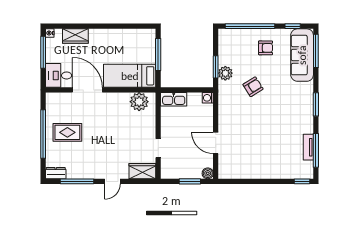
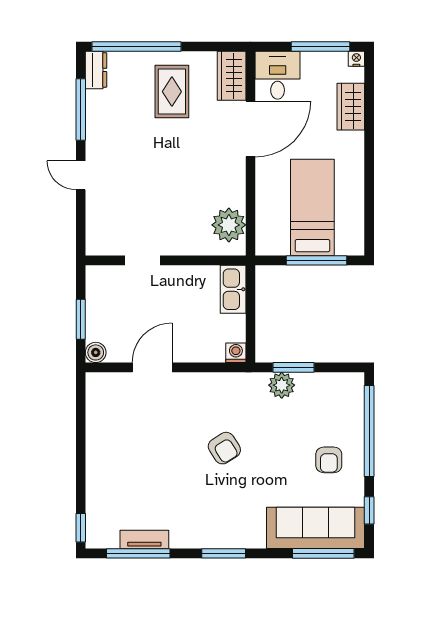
bed: (130, 76) -> (312, 207), moved
armchair: (253, 87) -> (224, 448), moved
window: (43, 134) -> (136, 46), moved
wardrobe: (142, 171) -> (232, 76), moved, turned 180

